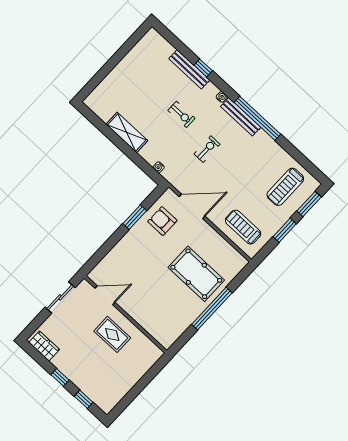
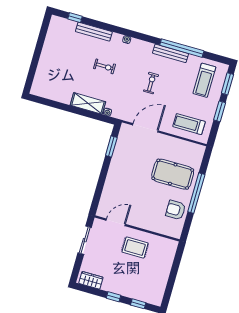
window: (203, 68) -> (75, 18), moved
bench: (241, 117) -> (170, 53), moved
window: (257, 118) -> (182, 48), moved
shelving: (127, 132) -> (88, 103), moved
exercise bike: (207, 149) -> (151, 83), moved
window: (135, 217) -> (111, 146), moved
armchair: (162, 221) -> (176, 210), moved

